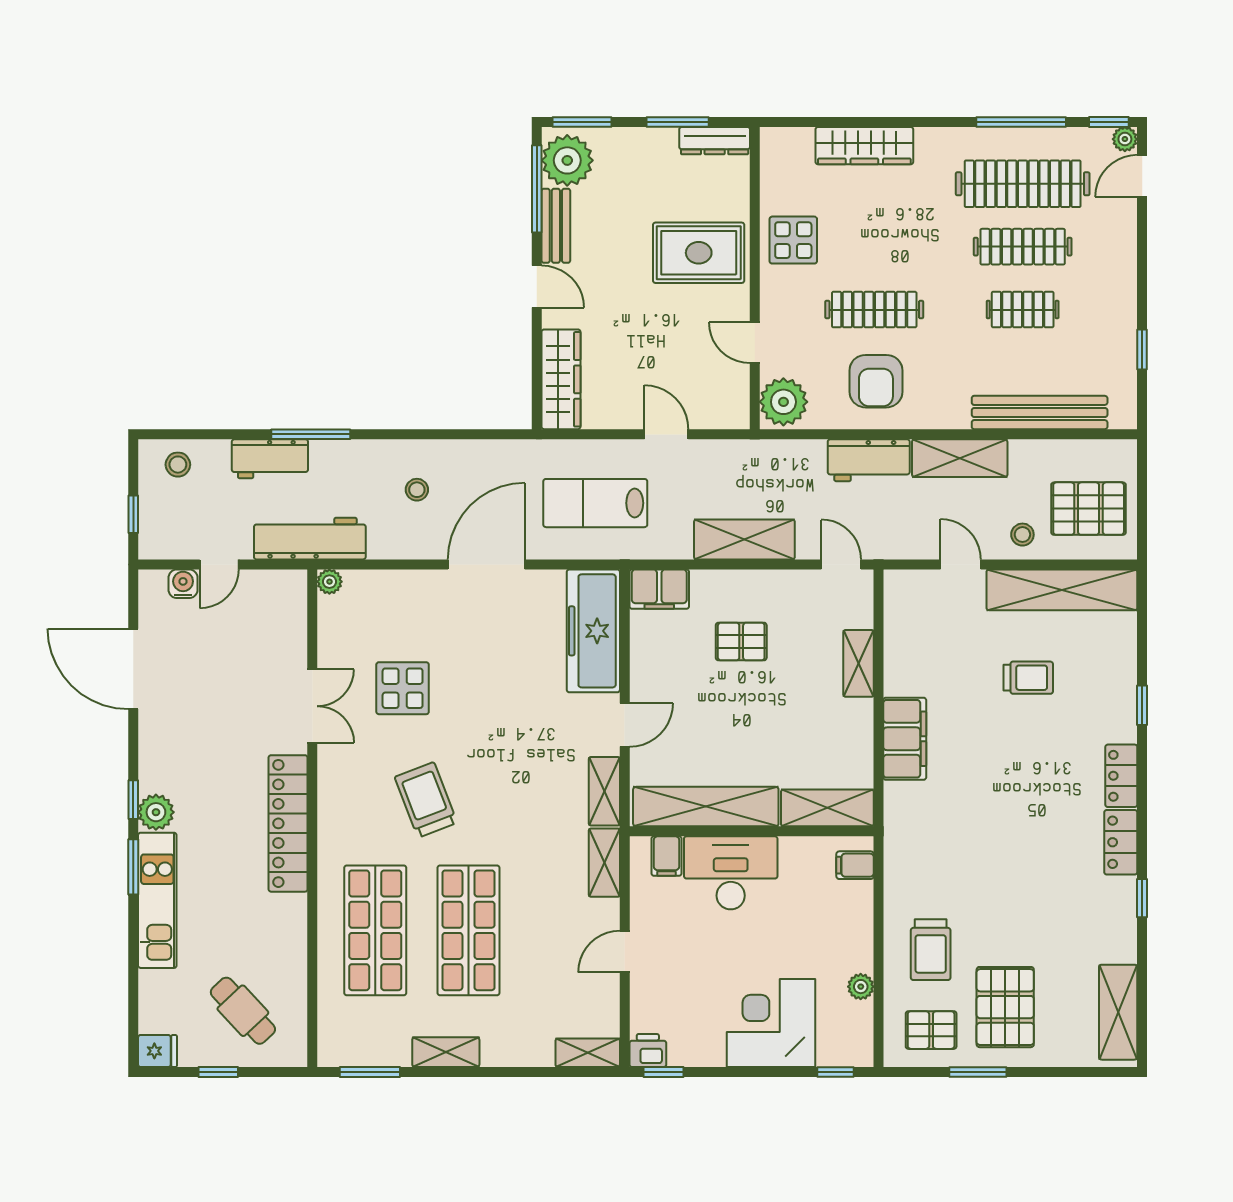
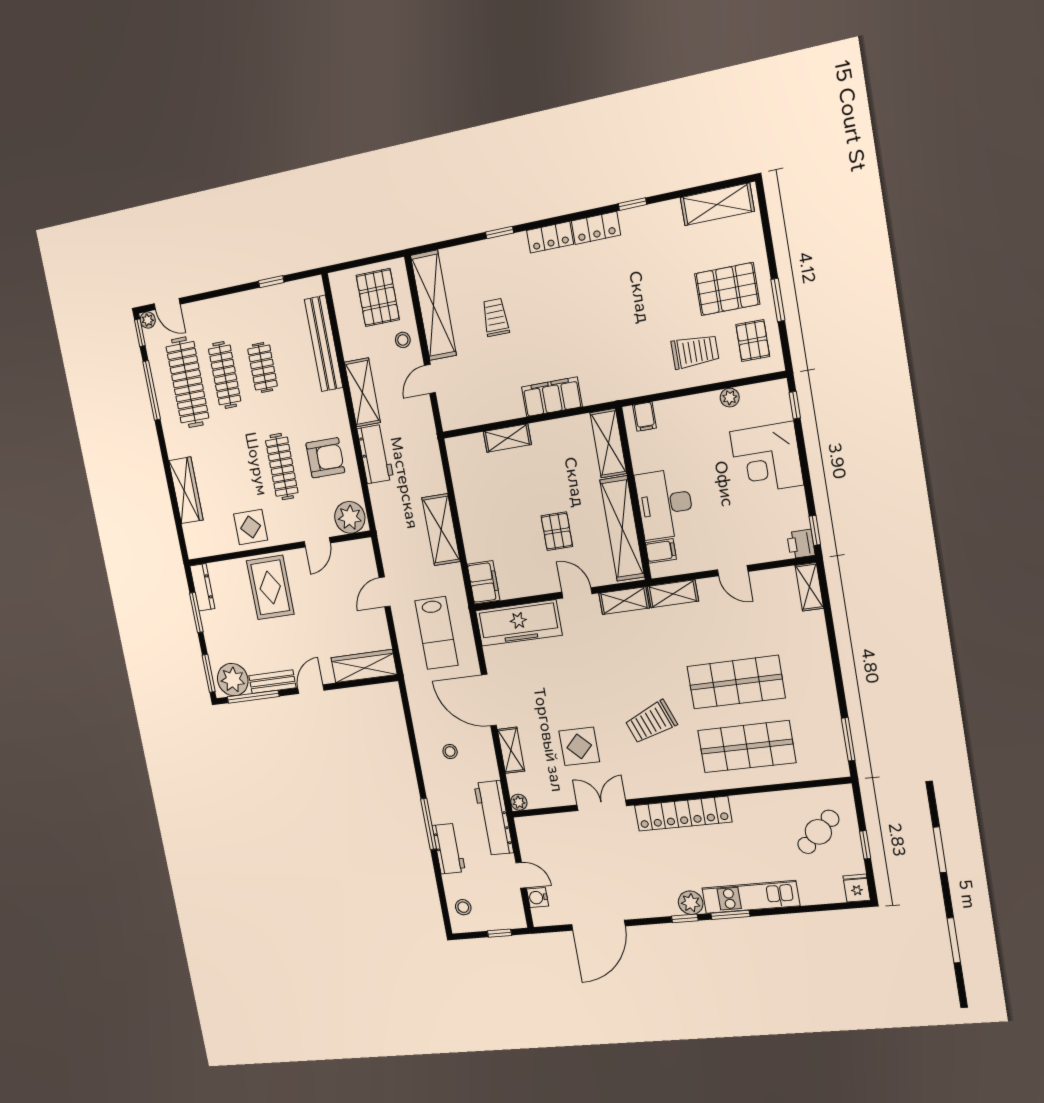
door: (841, 564) -> (445, 461), removed
pallet: (741, 642) -> (557, 531), moved
shelving: (446, 1052) -> (511, 750), moved

